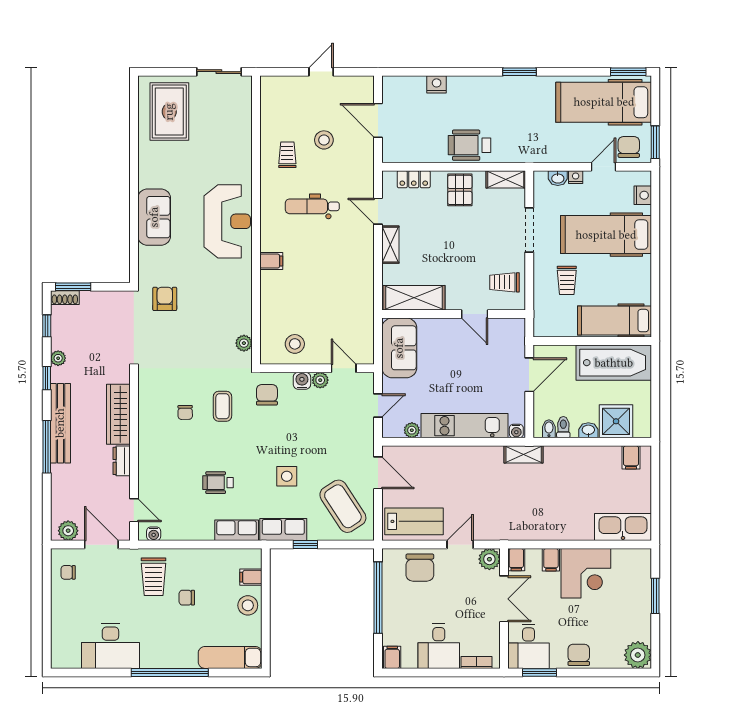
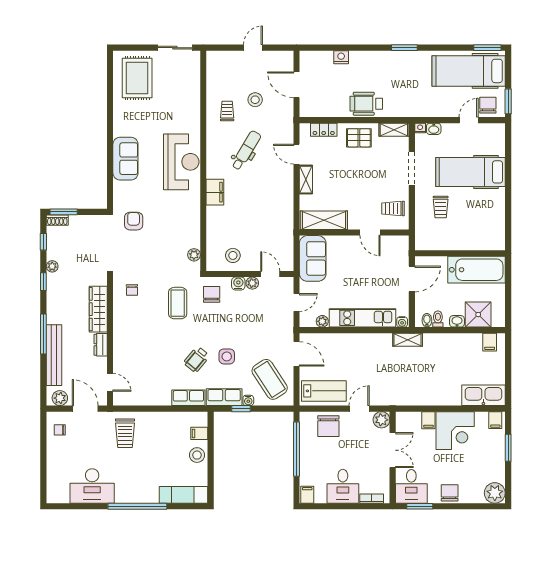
nightstand: (576, 177) -> (420, 128), moved
pallet: (460, 190) -> (359, 138), turned 90
nightstand: (643, 195) -> (499, 142), removed
dental chair: (312, 206) -> (246, 150), turned 121
filing cabinet: (271, 261) -> (215, 192), width x2.00
hospital bed: (614, 321) -> (477, 238), removed
coffee table: (222, 406) -> (178, 303), width x1.36, depth x1.30
chair: (185, 412) -> (132, 290), moved
bench: (60, 423) -> (54, 355), moved
wheelchair: (218, 483) -> (197, 359), moved, turned -51
water cooler: (154, 534) -> (248, 400), moved
filing cabinet: (516, 560) -> (495, 420), moved
chair: (187, 598) -> (150, 449), removed

